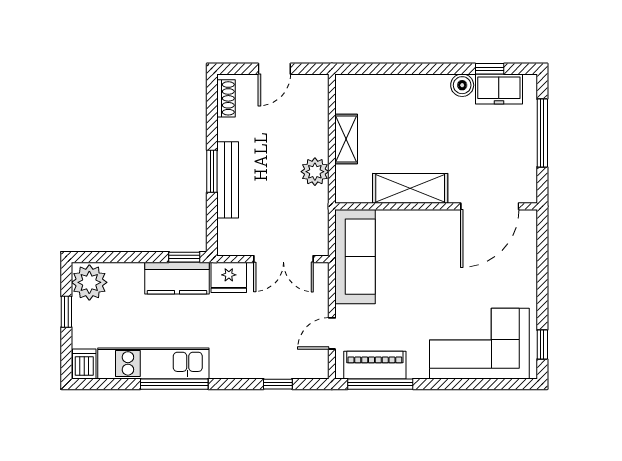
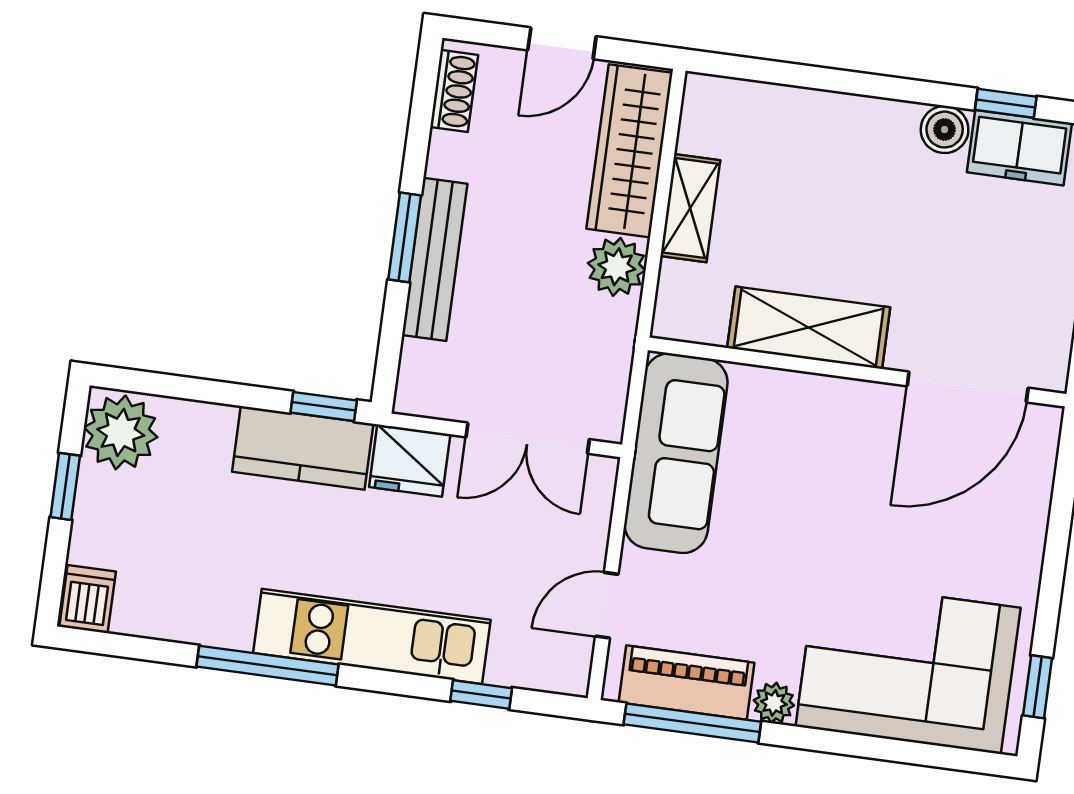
wardrobe: (313, 116) -> (629, 151), added
kitchen unit: (153, 363) -> (372, 636), moved
plant: (418, 369) -> (774, 703), added

